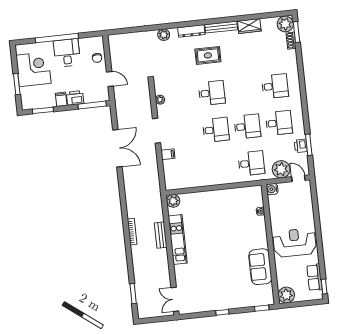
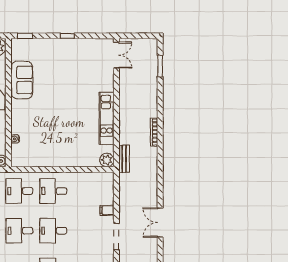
double door: (117, 148) -> (160, 222), width x0.73
desk: (220, 167) -> (53, 191), added
bench: (161, 235) -> (124, 159), moved

